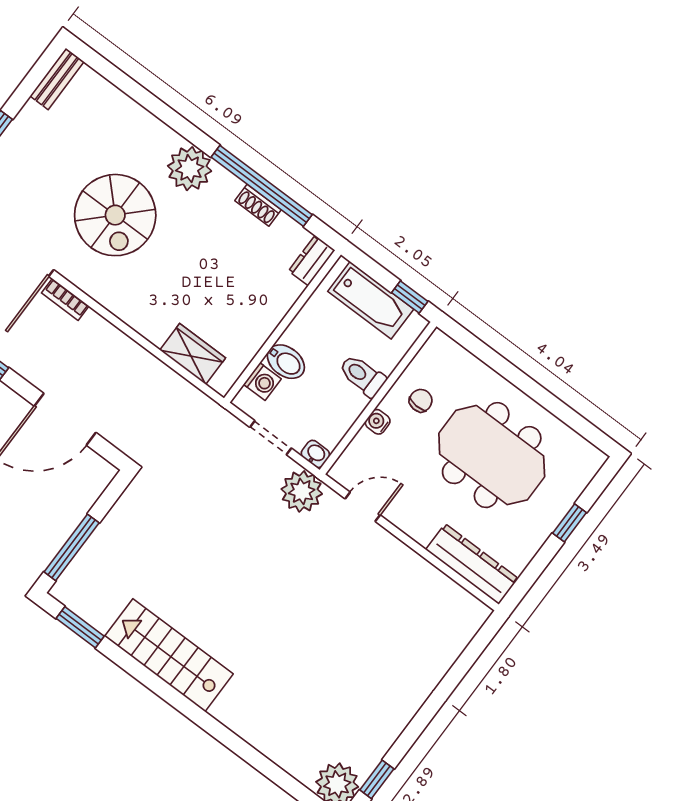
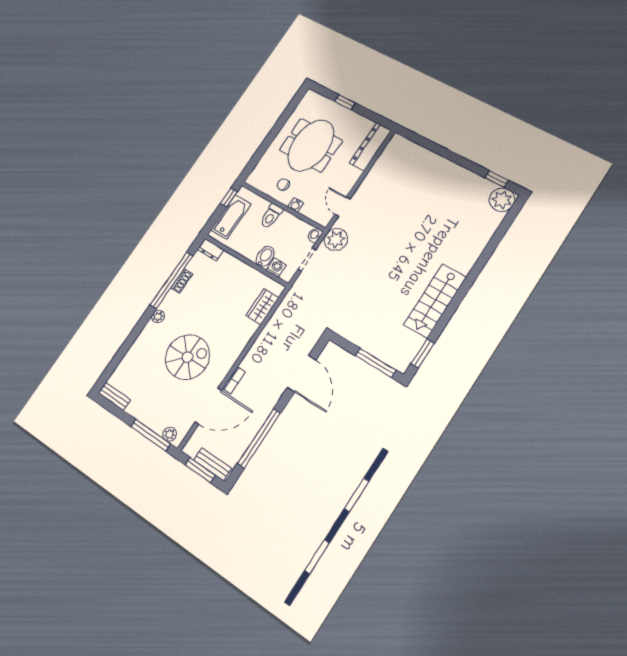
plant: (190, 169) -> (158, 317), width x0.53, depth x0.53

